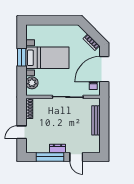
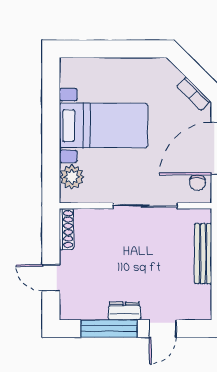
window: (22, 57) -> (51, 124), removed
door: (22, 132) -> (51, 278), hinge flipped
door: (76, 157) -> (163, 329), hinge flipped

